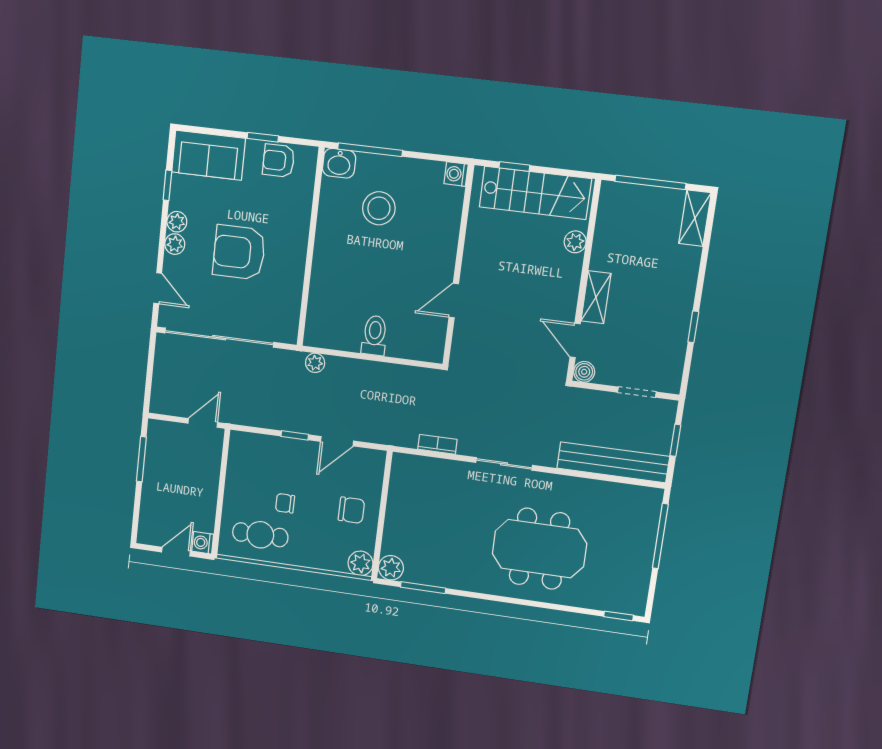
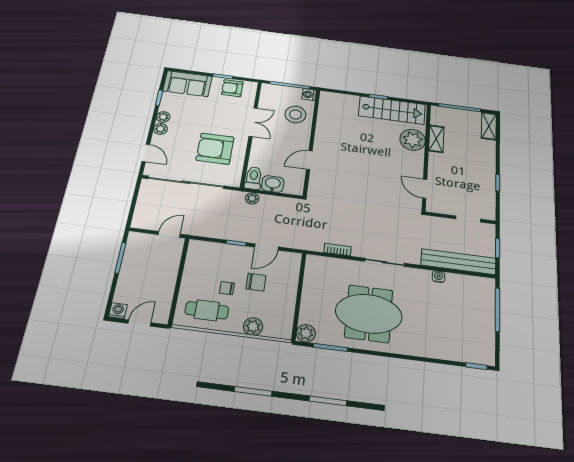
washbasin: (339, 163) -> (273, 184), moved, turned 180
washing machine: (456, 174) -> (309, 95), moved
double door: (313, 226) -> (253, 122), added
plant: (575, 242) -> (413, 140), width x1.88, depth x1.88
armchair: (239, 252) -> (215, 149), moved
wall: (458, 266) -> (312, 141), moved
shelving: (596, 297) -> (436, 139), moved
door: (454, 301) -> (309, 160), moved
toilet: (374, 335) -> (253, 178), moved
boiler: (584, 372) -> (433, 207), removed
water cooler: (581, 486) -> (439, 277), added
chair: (351, 510) -> (256, 282), moved
washing machine: (203, 543) -> (118, 311), moved, turned 90
meeting table: (539, 549) -> (369, 314), moved
plant: (360, 563) -> (253, 326), moved

